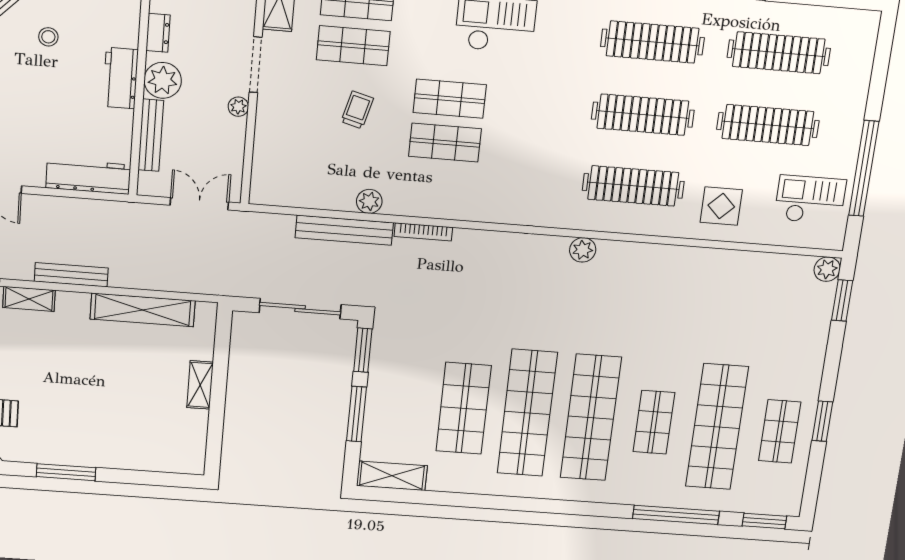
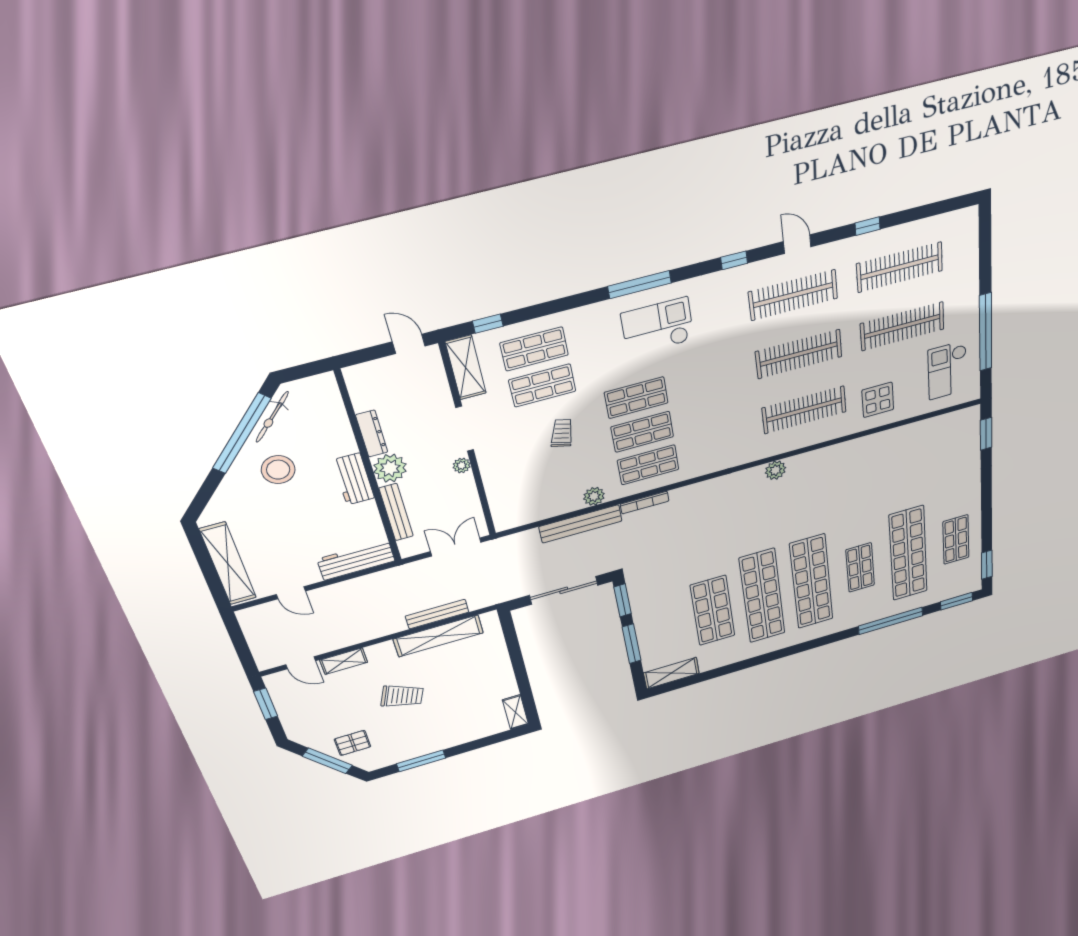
dresser: (158, 33) -> (372, 434), width x1.44
stool: (48, 37) -> (278, 470), width x1.89, depth x1.89
shop shelf: (440, 186) -> (648, 465), added
checkout: (810, 200) -> (947, 370), turned -90
plant: (827, 269) -> (970, 416), removed
bench: (71, 275) -> (437, 614), moved
trolley: (76, 373) -> (402, 696), added
shelving: (200, 385) -> (515, 712), moved
window: (822, 421) -> (987, 565), moved

